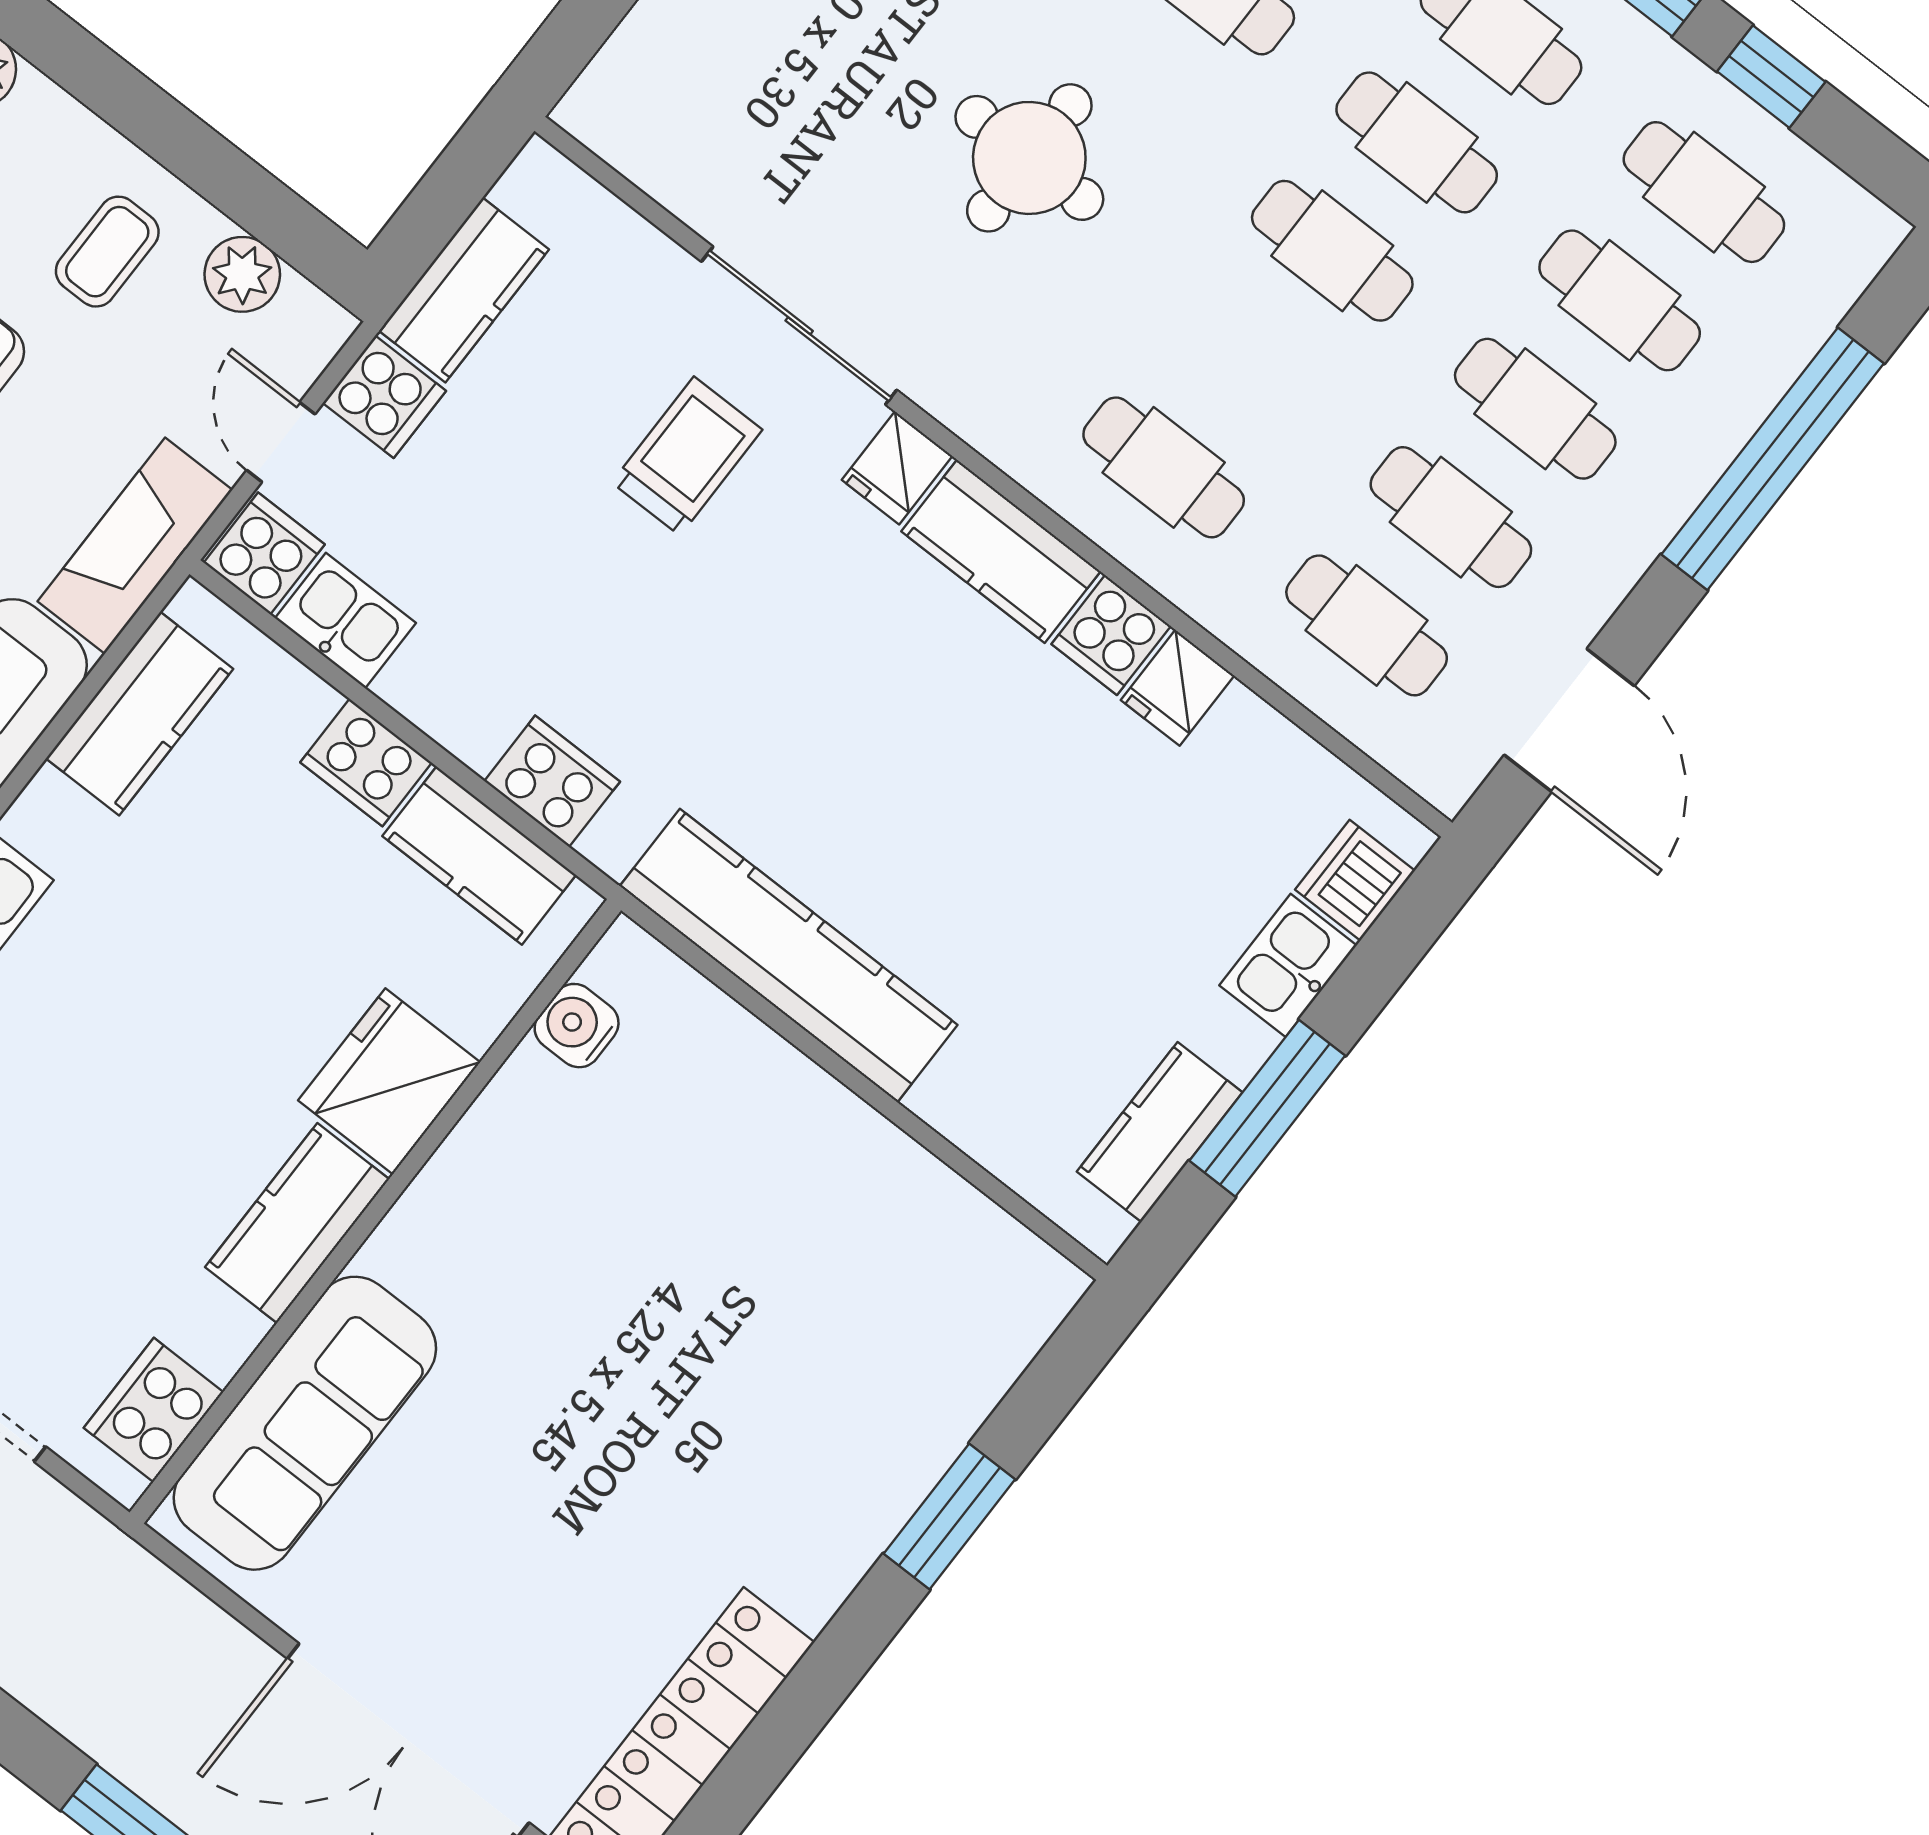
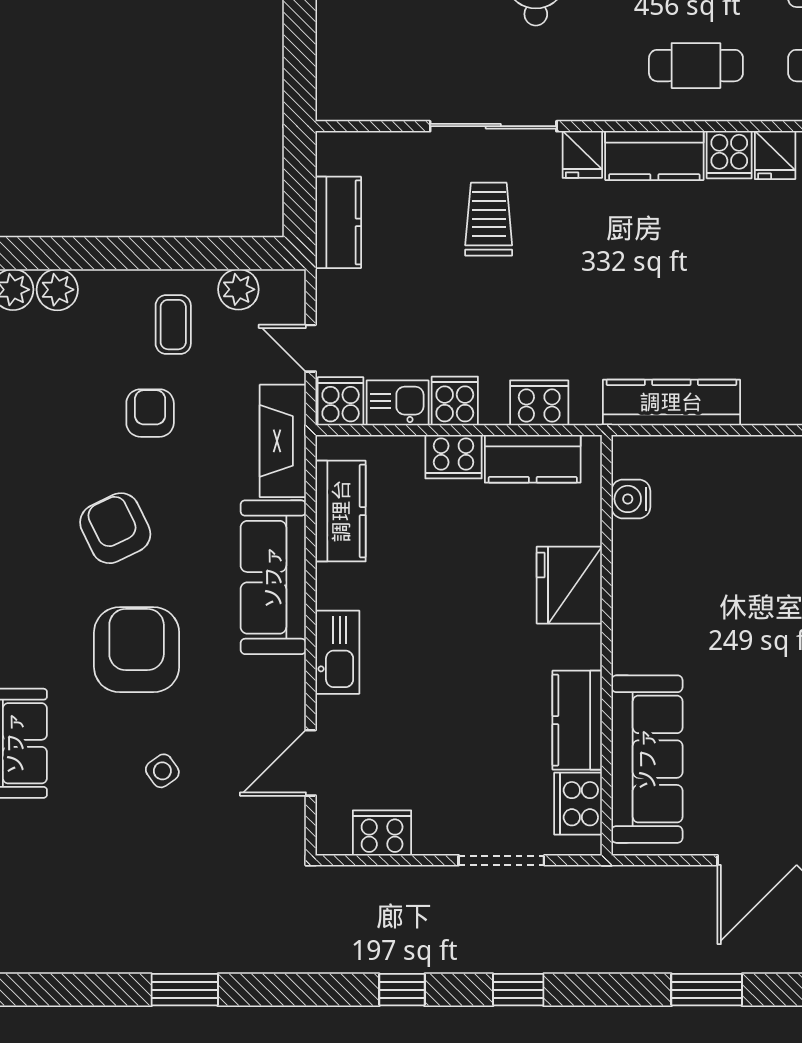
cooker: (384, 397) -> (455, 401), moved, turned -90
kitchen counter: (789, 956) -> (671, 402), width x0.72, depth x0.86
kitchen counter: (297, 1223) -> (577, 720), moved

